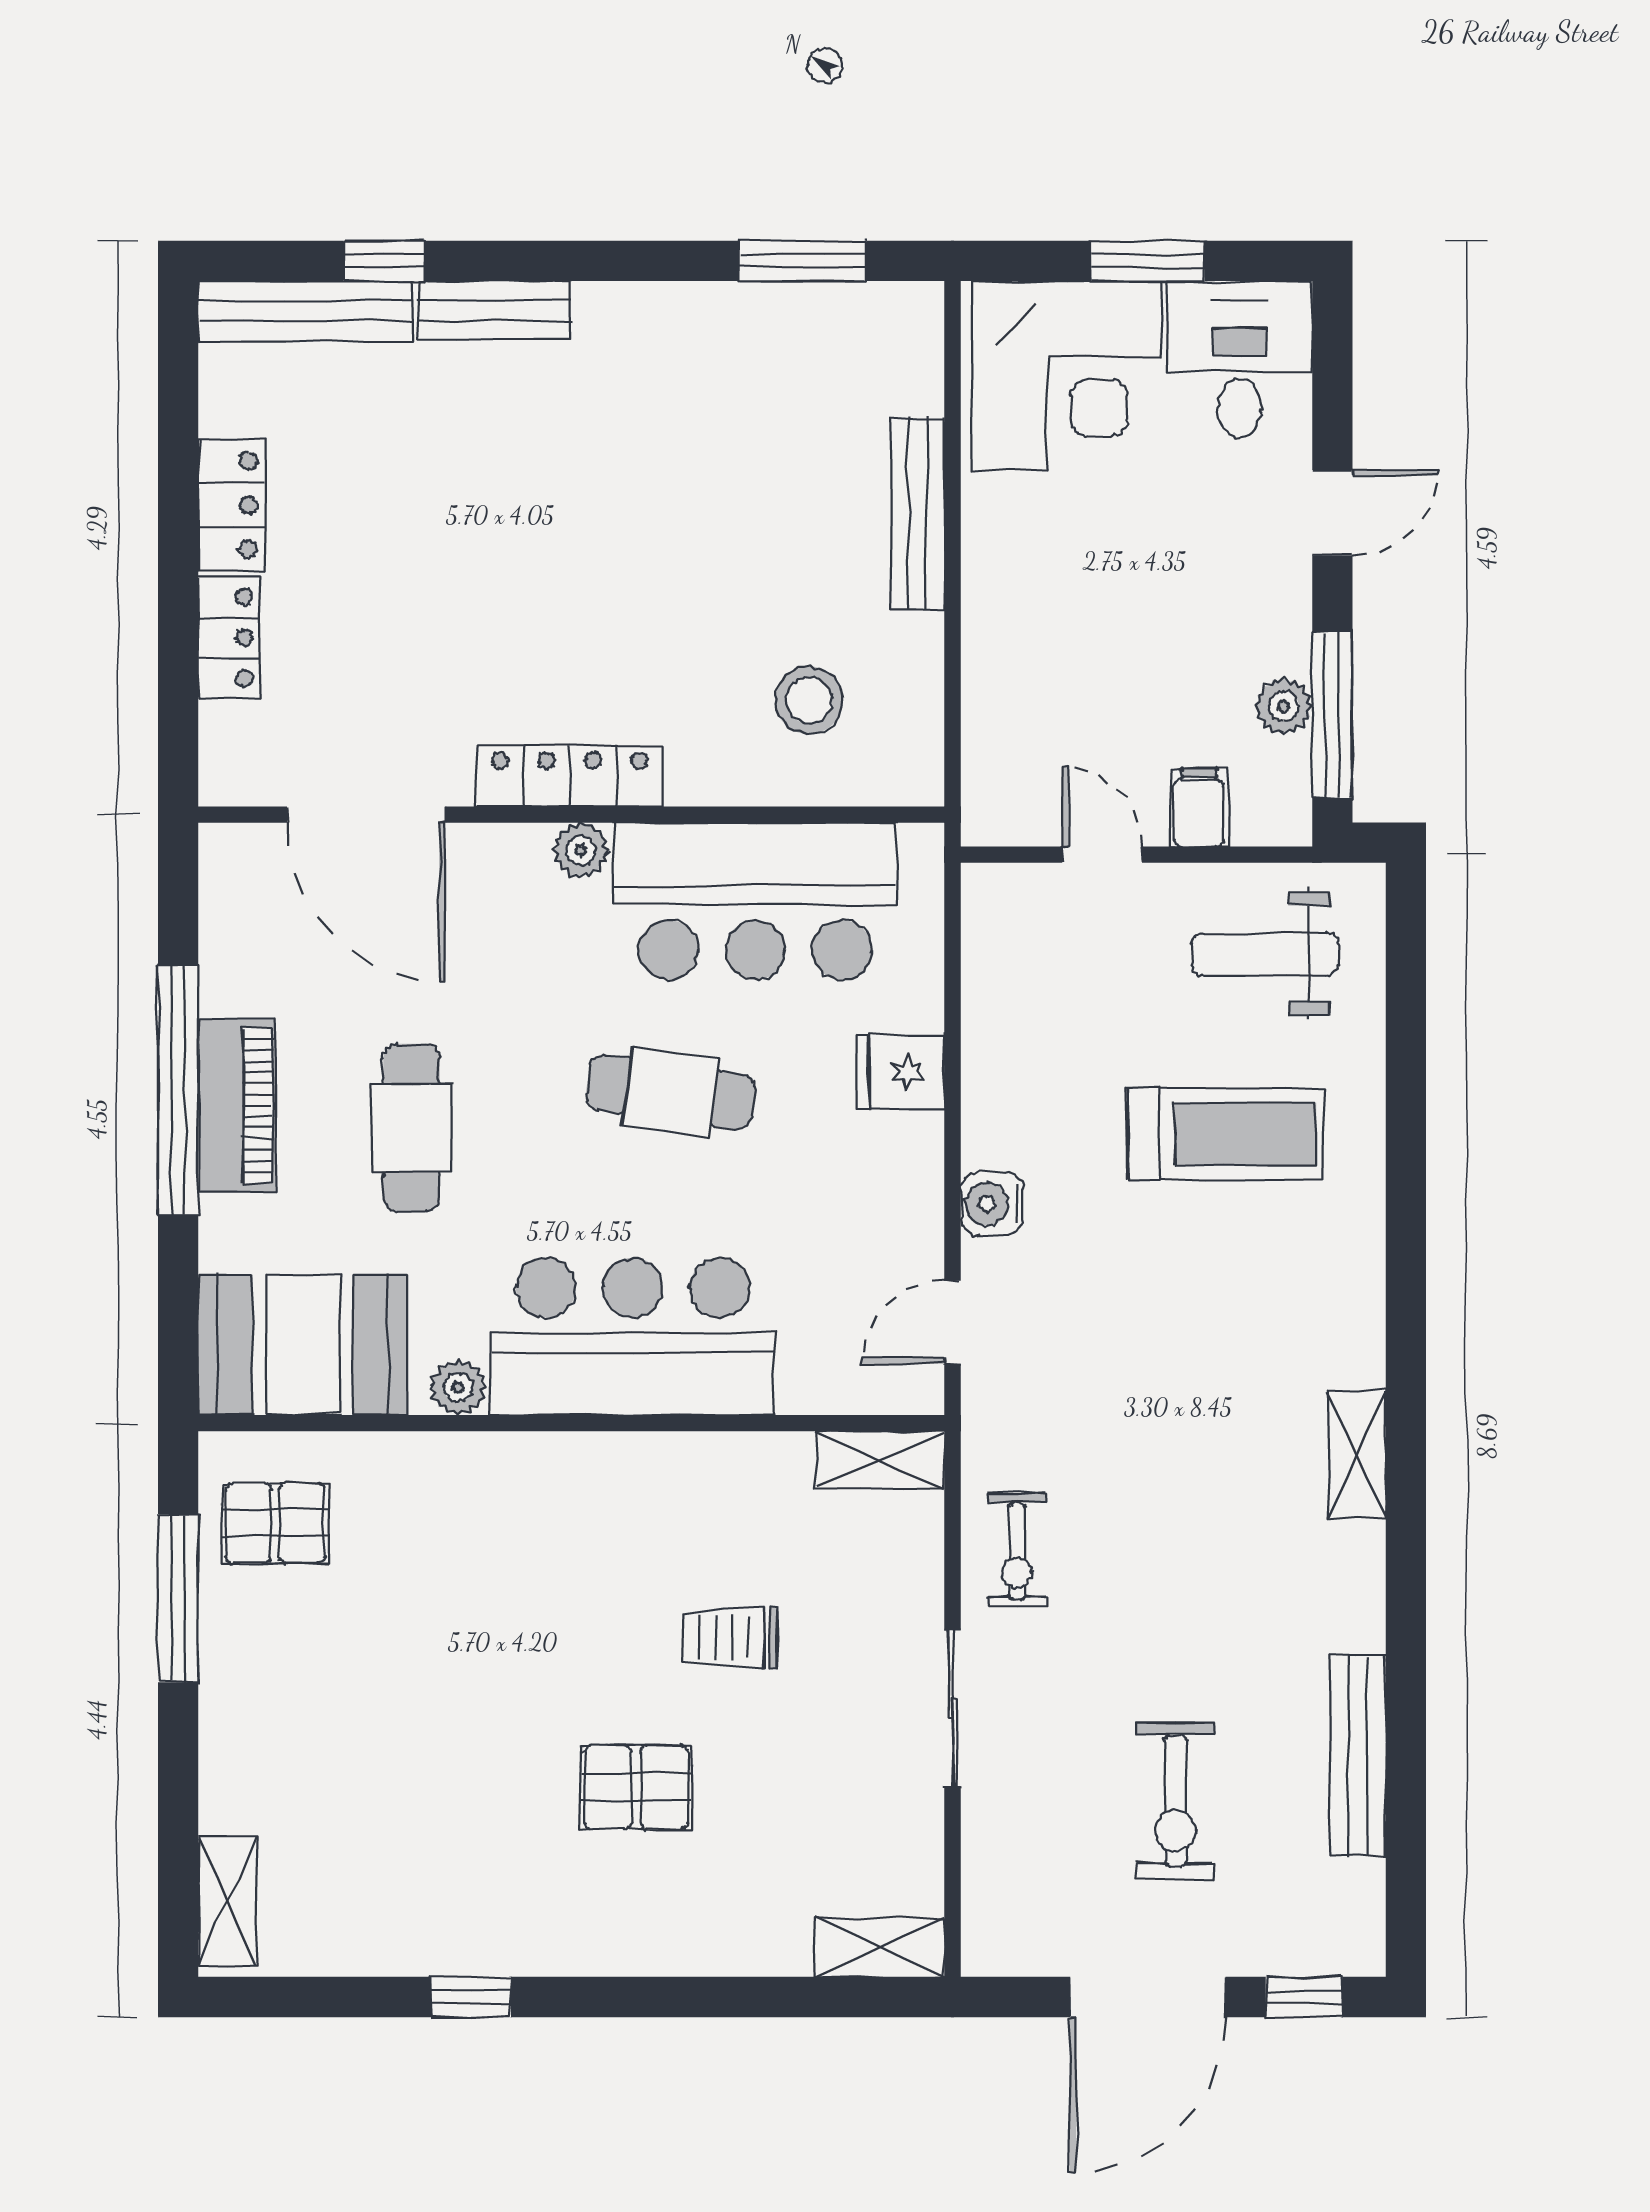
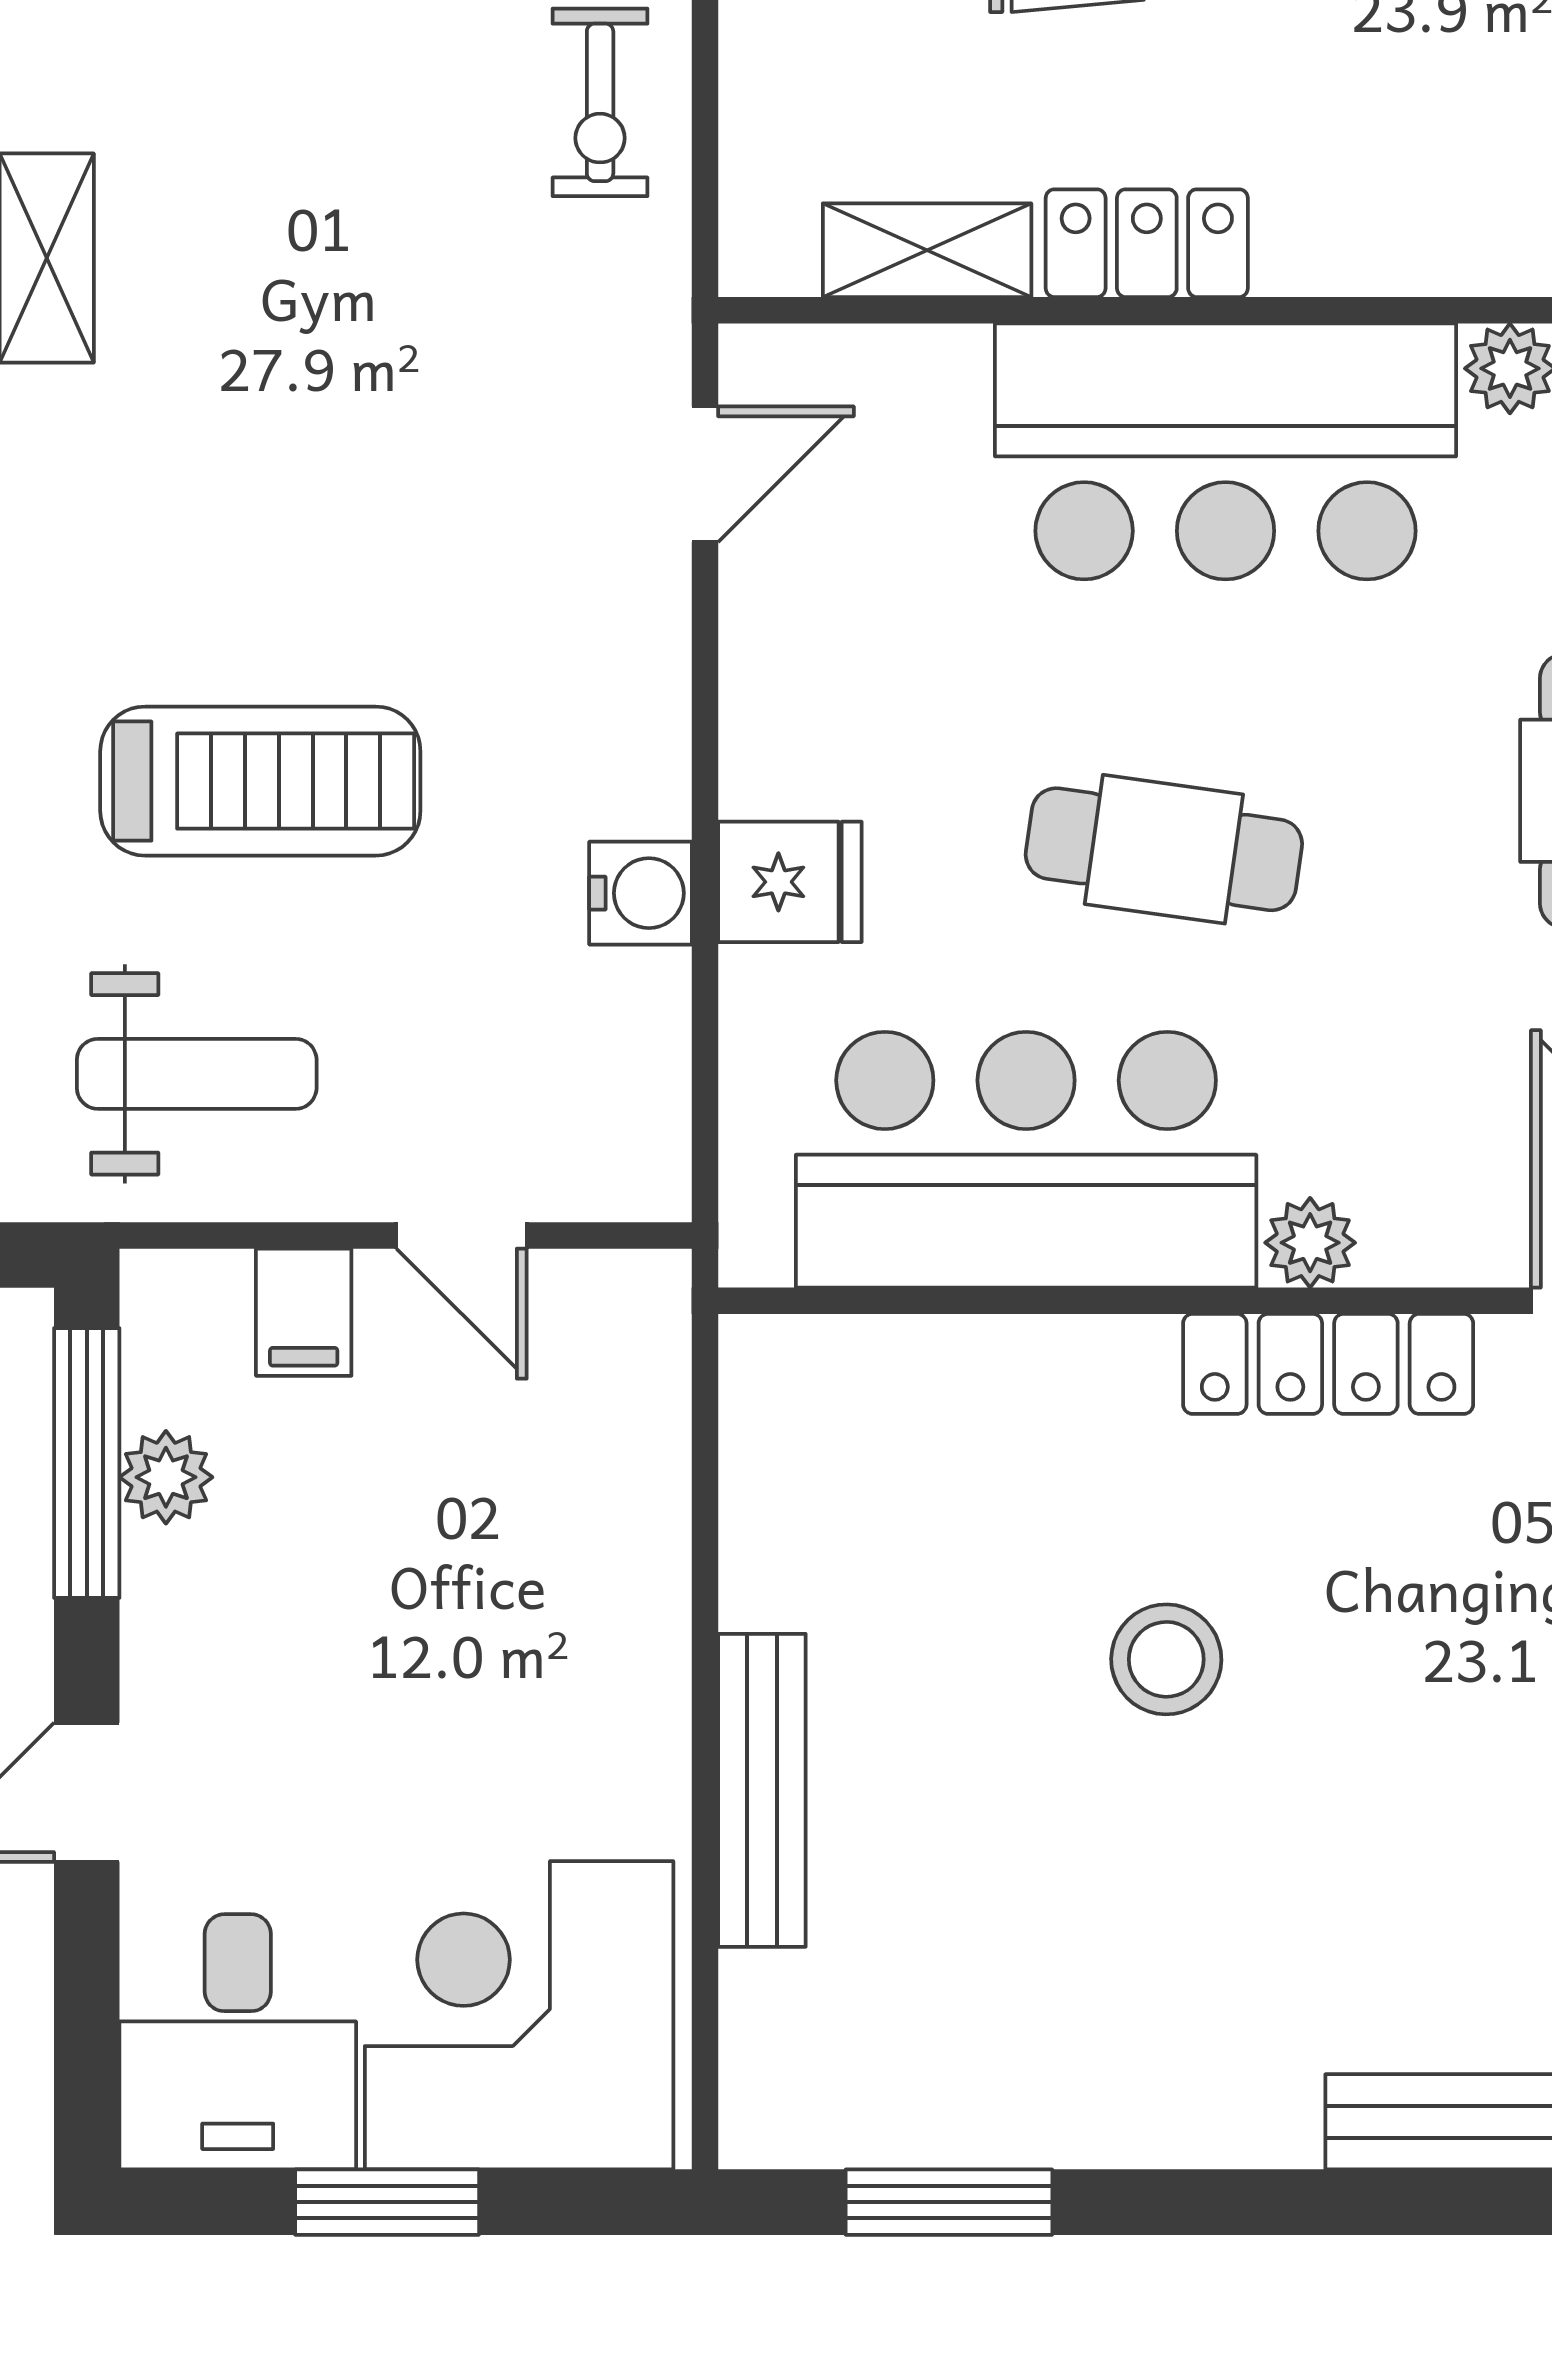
stool: (809, 700) -> (1166, 1659), moved
treadmill: (1226, 1134) -> (260, 781), turned 180
water cooler: (992, 1204) -> (641, 893), moved
shelving: (880, 1460) -> (927, 250), moved
locker: (681, 1464) -> (1147, 243), added
exercise bike: (1017, 1551) -> (600, 102), turned 180

